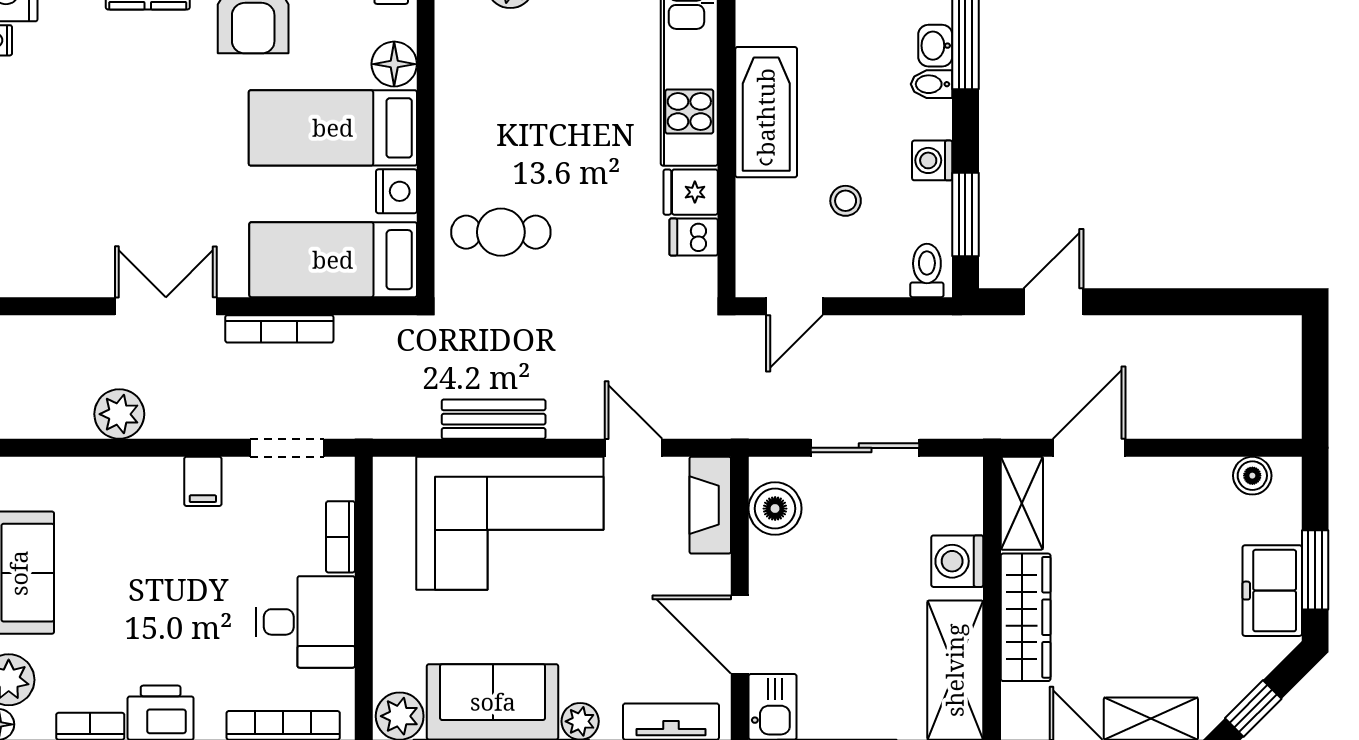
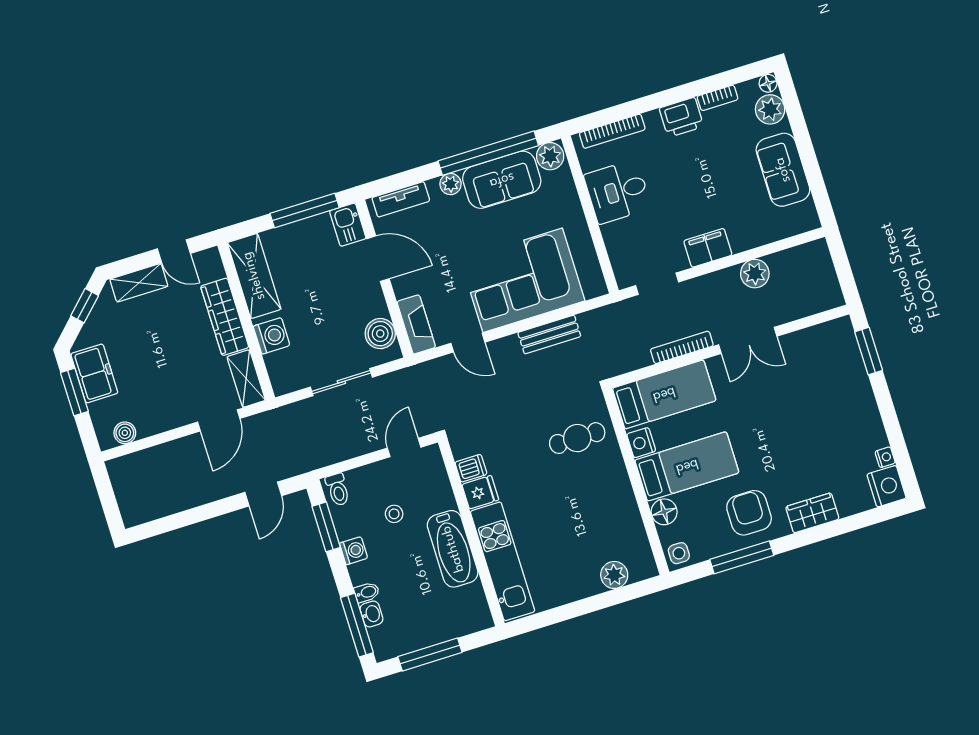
filing cabinet: (203, 481) -> (708, 248), width x2.00
bookcase: (341, 537) -> (613, 244), removed

